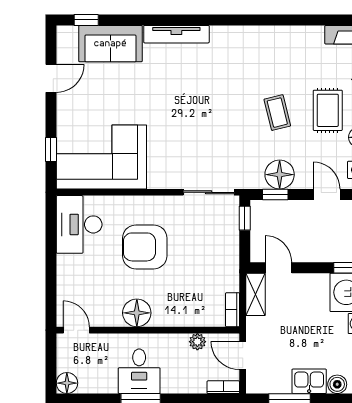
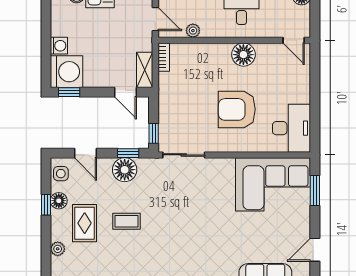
coffee table: (277, 113) -> (127, 221), turned -76
window: (51, 150) -> (315, 190), width x1.50
armchair: (145, 247) -> (237, 109), turned 180

